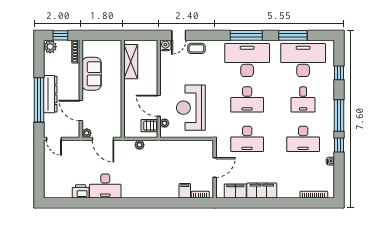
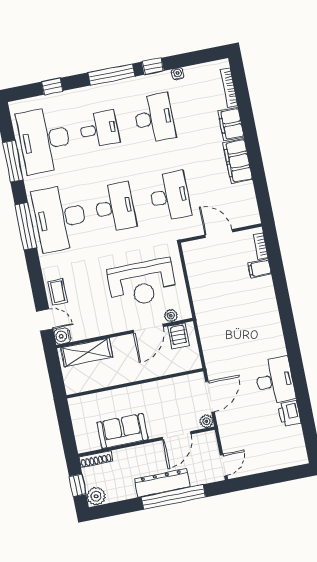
shelving: (131, 62) -> (87, 352), moved
plant: (140, 145) -> (208, 344), removed
filing cabinet: (235, 191) -> (231, 124), moved

